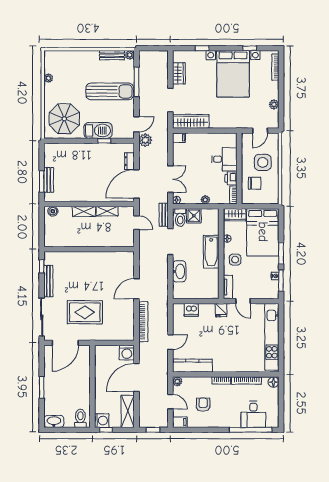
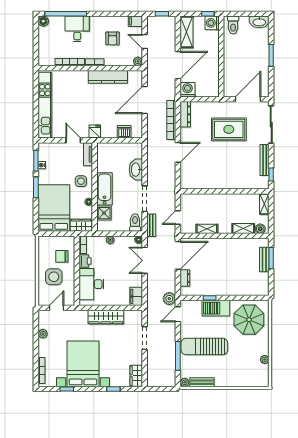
wardrobe: (179, 73) -> (136, 376), moved
wardrobe: (191, 121) -> (106, 317), moved
filing cabinet: (179, 138) -> (136, 296), width x2.00
desk: (224, 159) -> (92, 284), width x1.37
shelving: (84, 211) -> (243, 229), moved
shower: (194, 216) -> (104, 213), moved
door: (136, 223) -> (178, 217), hinge flipped
shelving: (49, 236) -> (264, 204), added
dresser: (129, 328) -> (185, 114), added
door: (170, 342) -> (145, 100), width x1.88
kitchen counter: (192, 366) -> (108, 77), moved
floor lamp: (273, 382) -> (43, 21), moved
desk: (253, 414) -> (77, 29), moved

